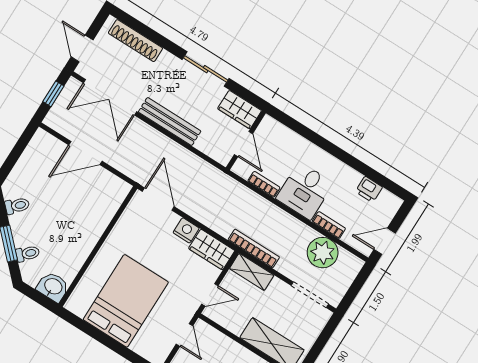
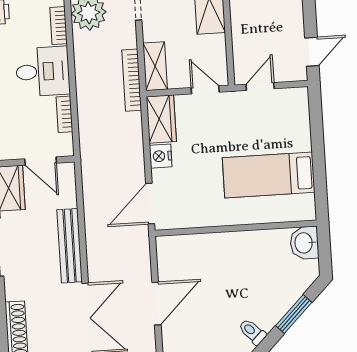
door: (243, 144) -> (41, 161), swing flipped
door: (85, 153) -> (156, 304), hinge flipped
toilet: (28, 254) -> (290, 289), removed
bed: (126, 301) -> (269, 175), width x0.67

